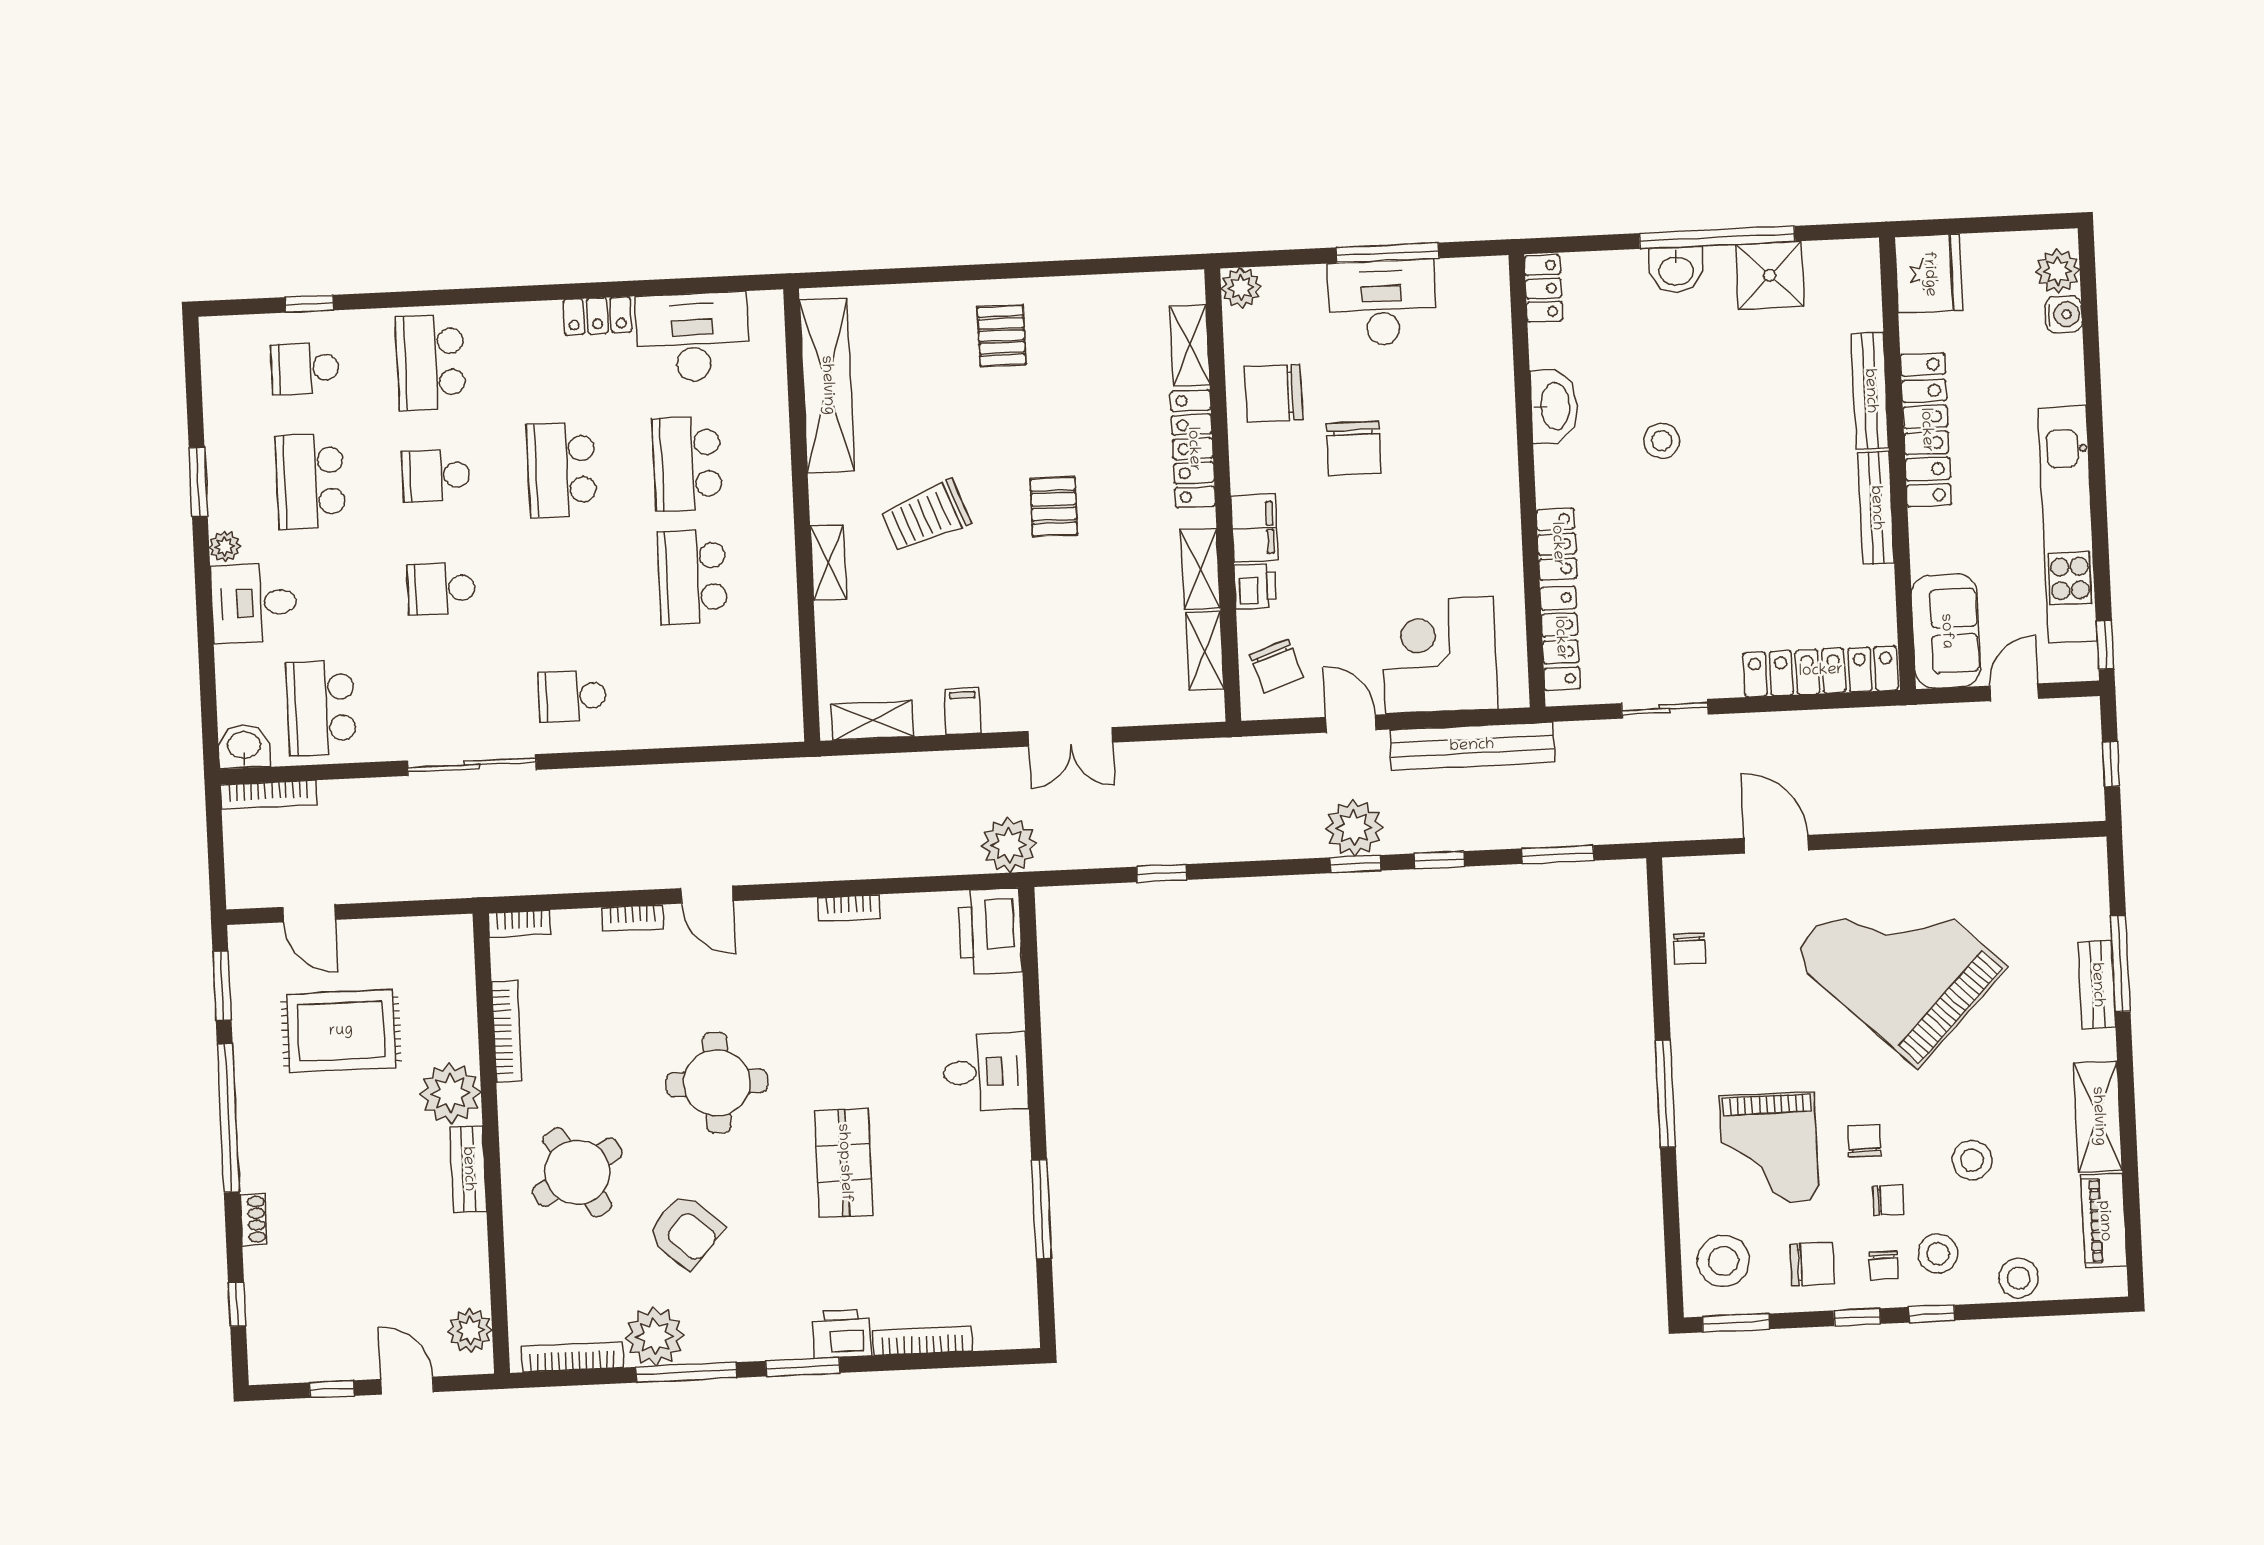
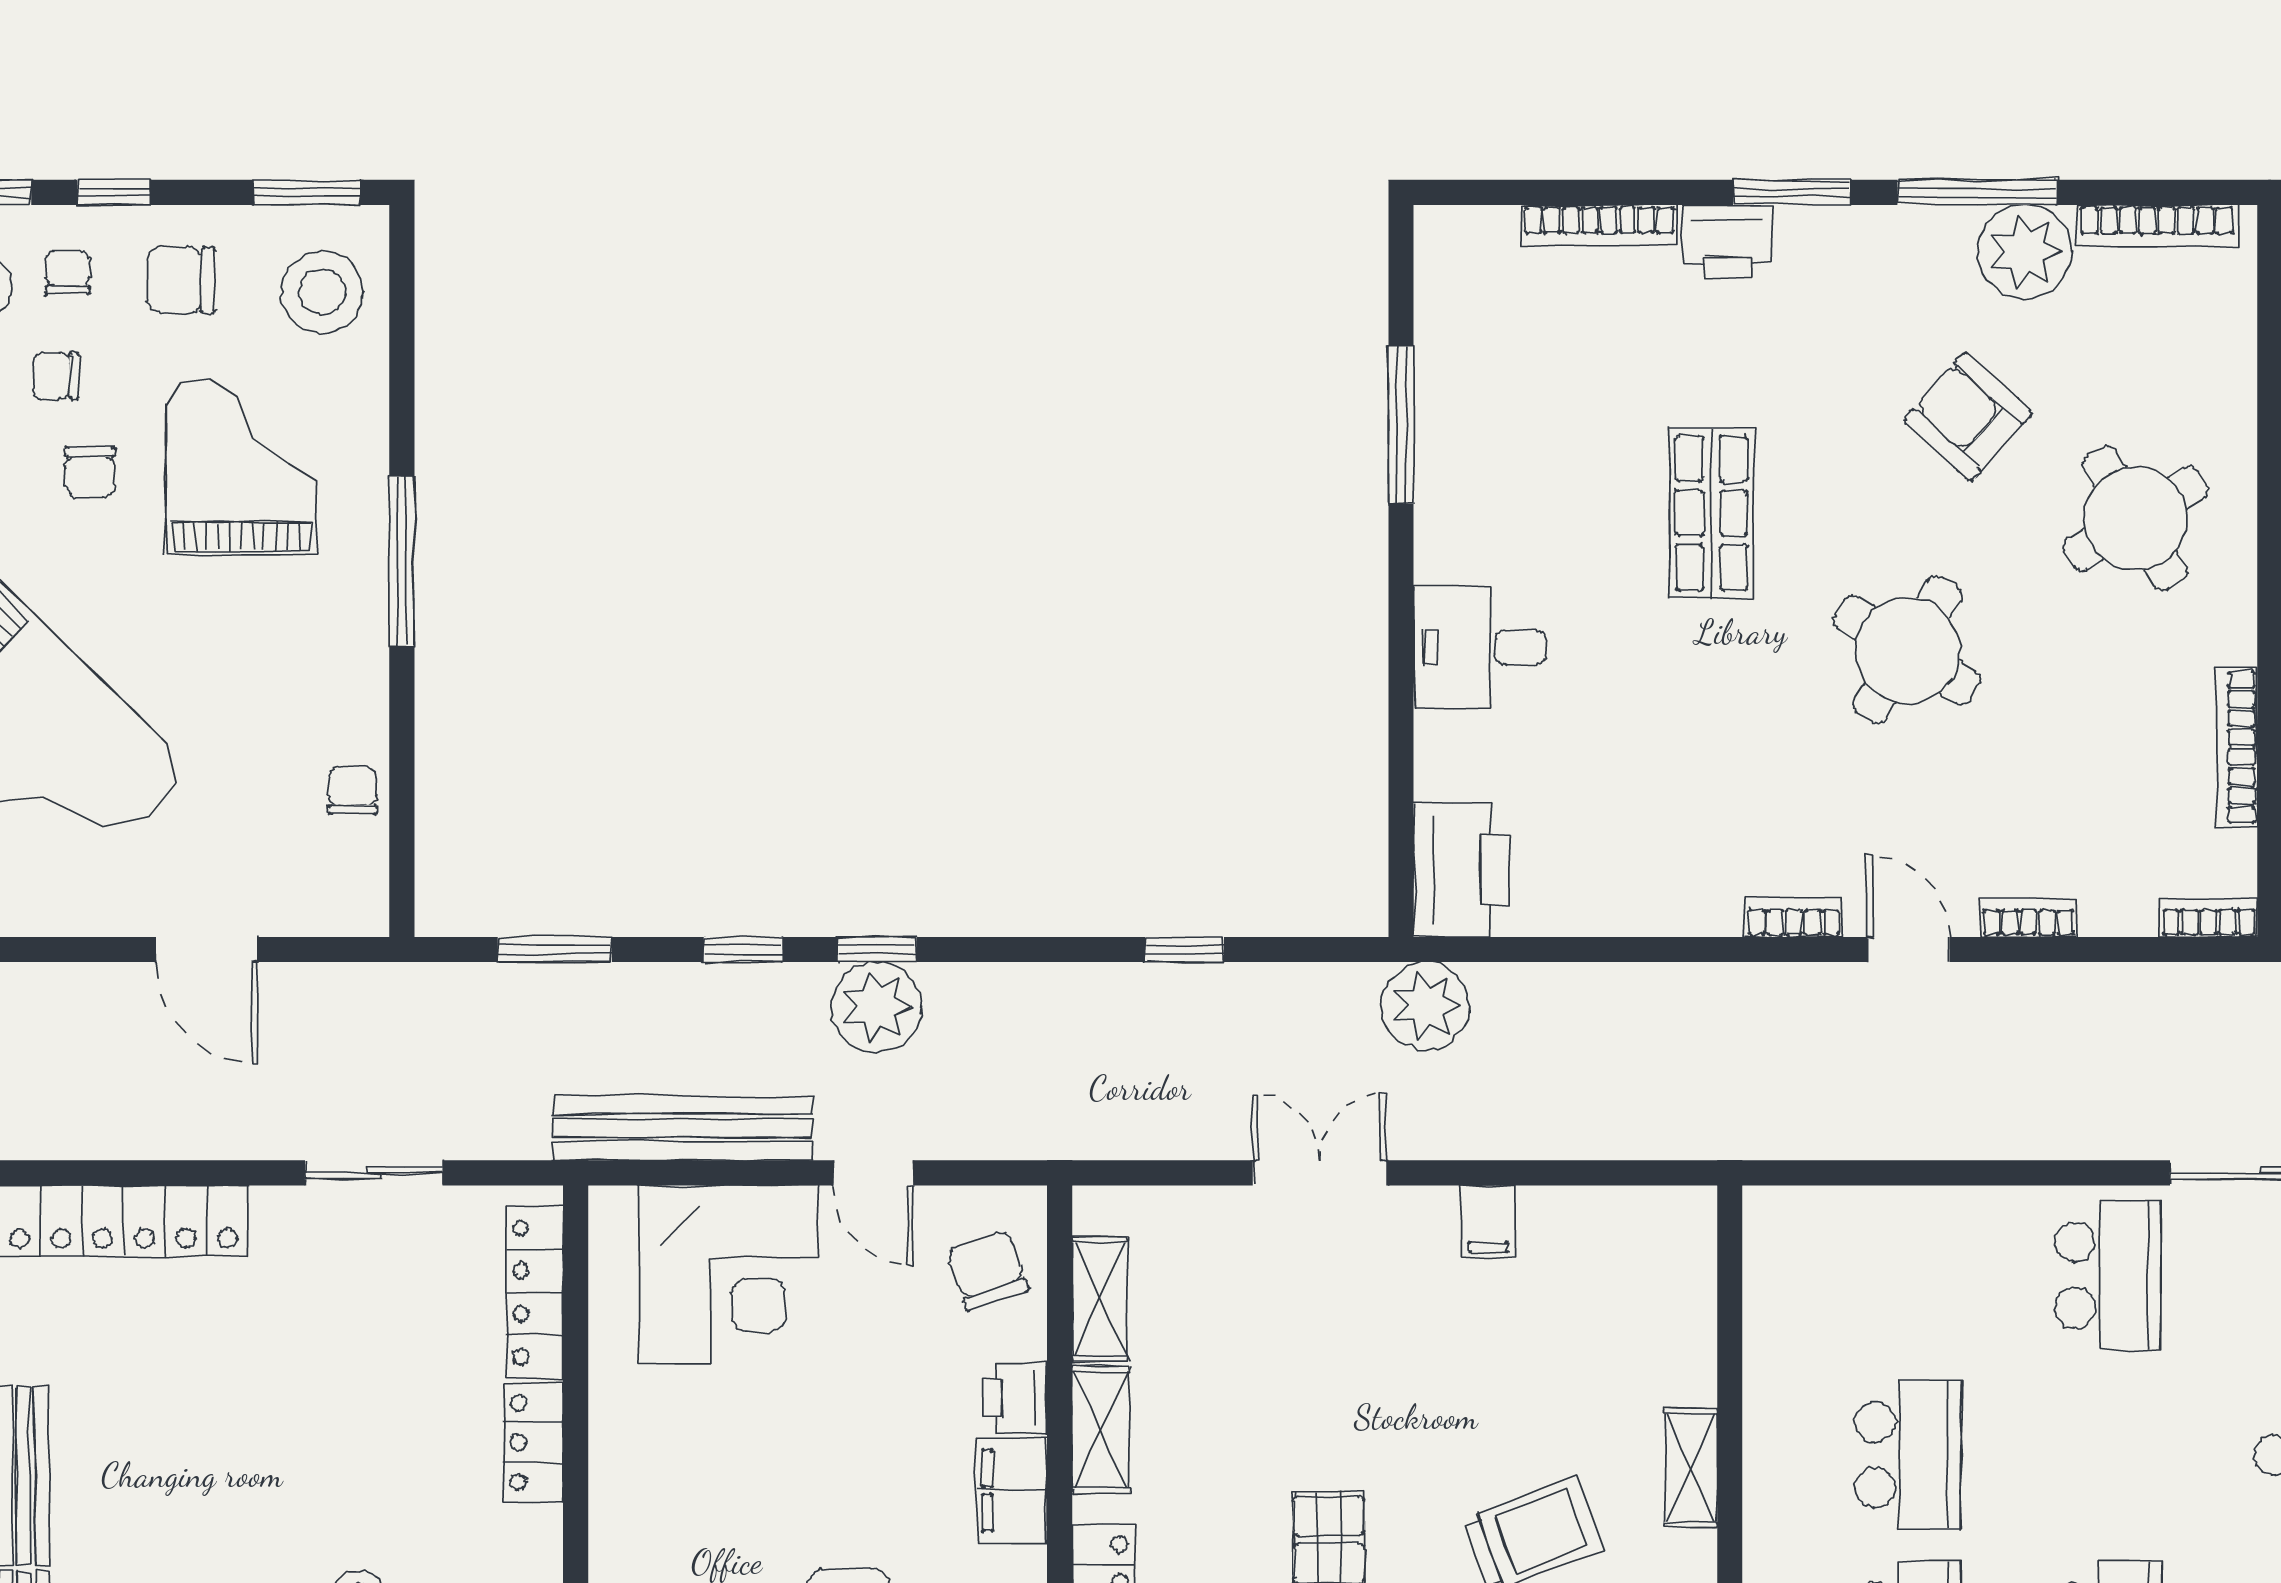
school desk: (572, 696) -> (2108, 1275), width x1.85
shelving: (872, 720) -> (1633, 1214), removed
bookcase: (849, 908) -> (1794, 918), moved
round table: (717, 1083) -> (1907, 650), turned 32

